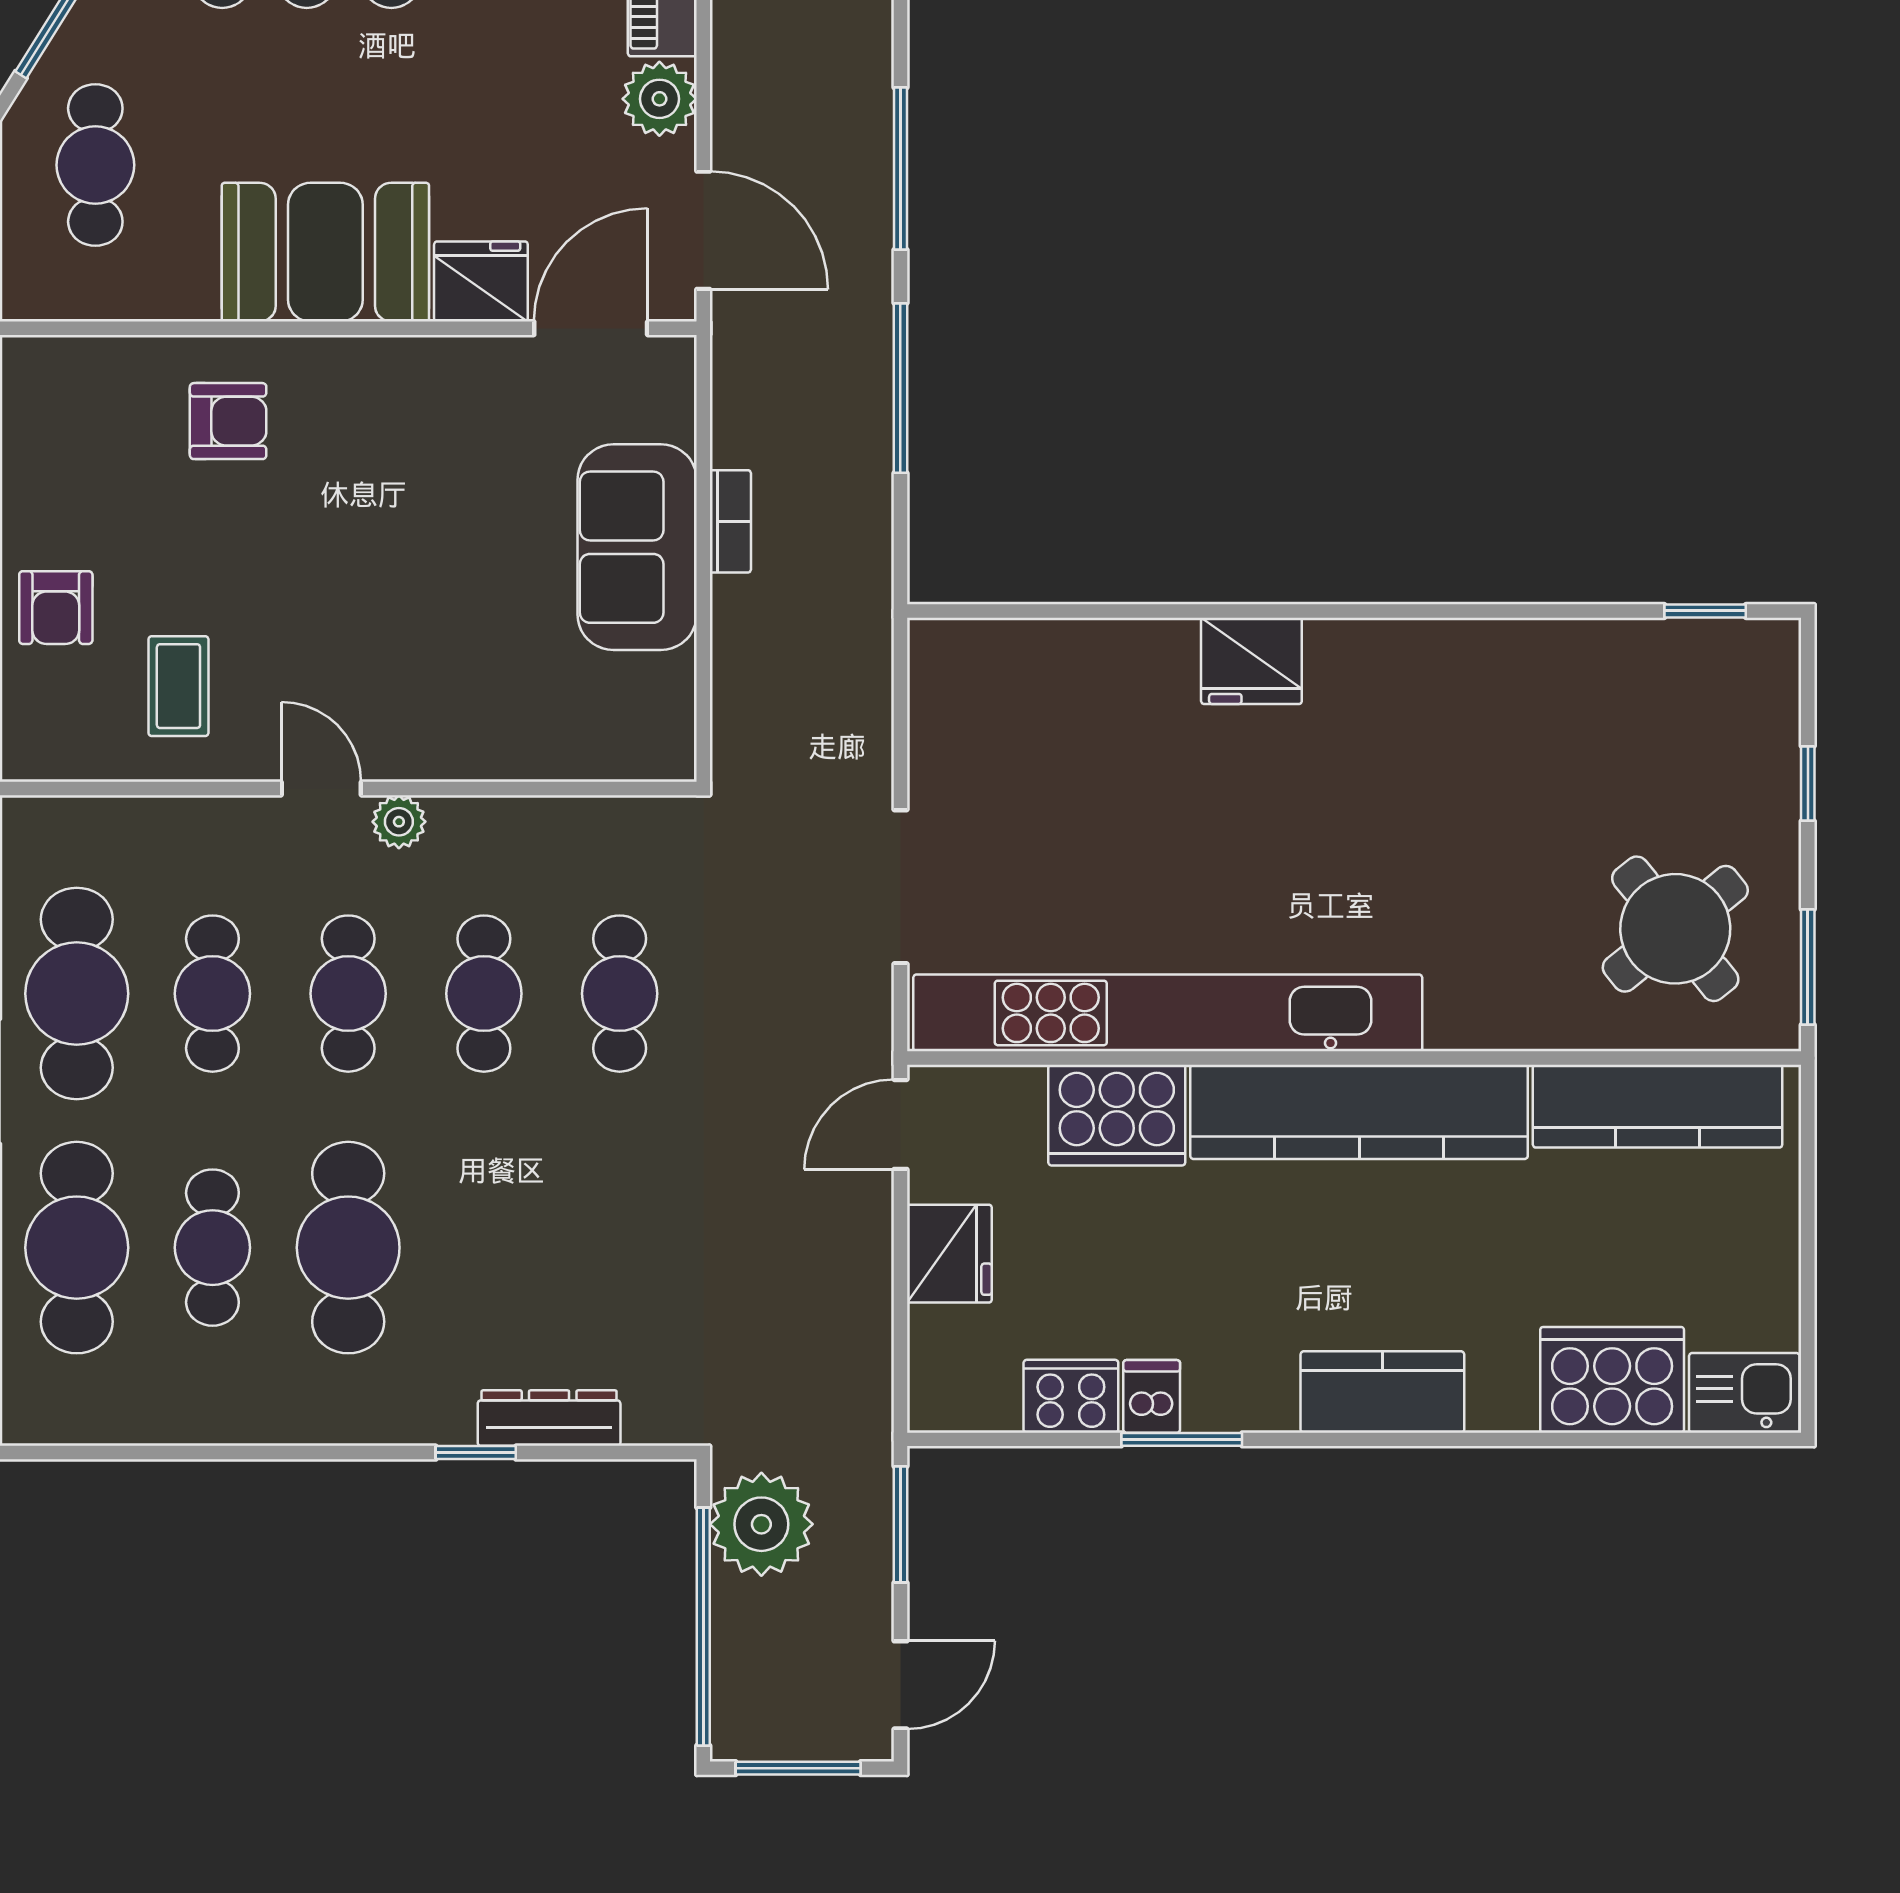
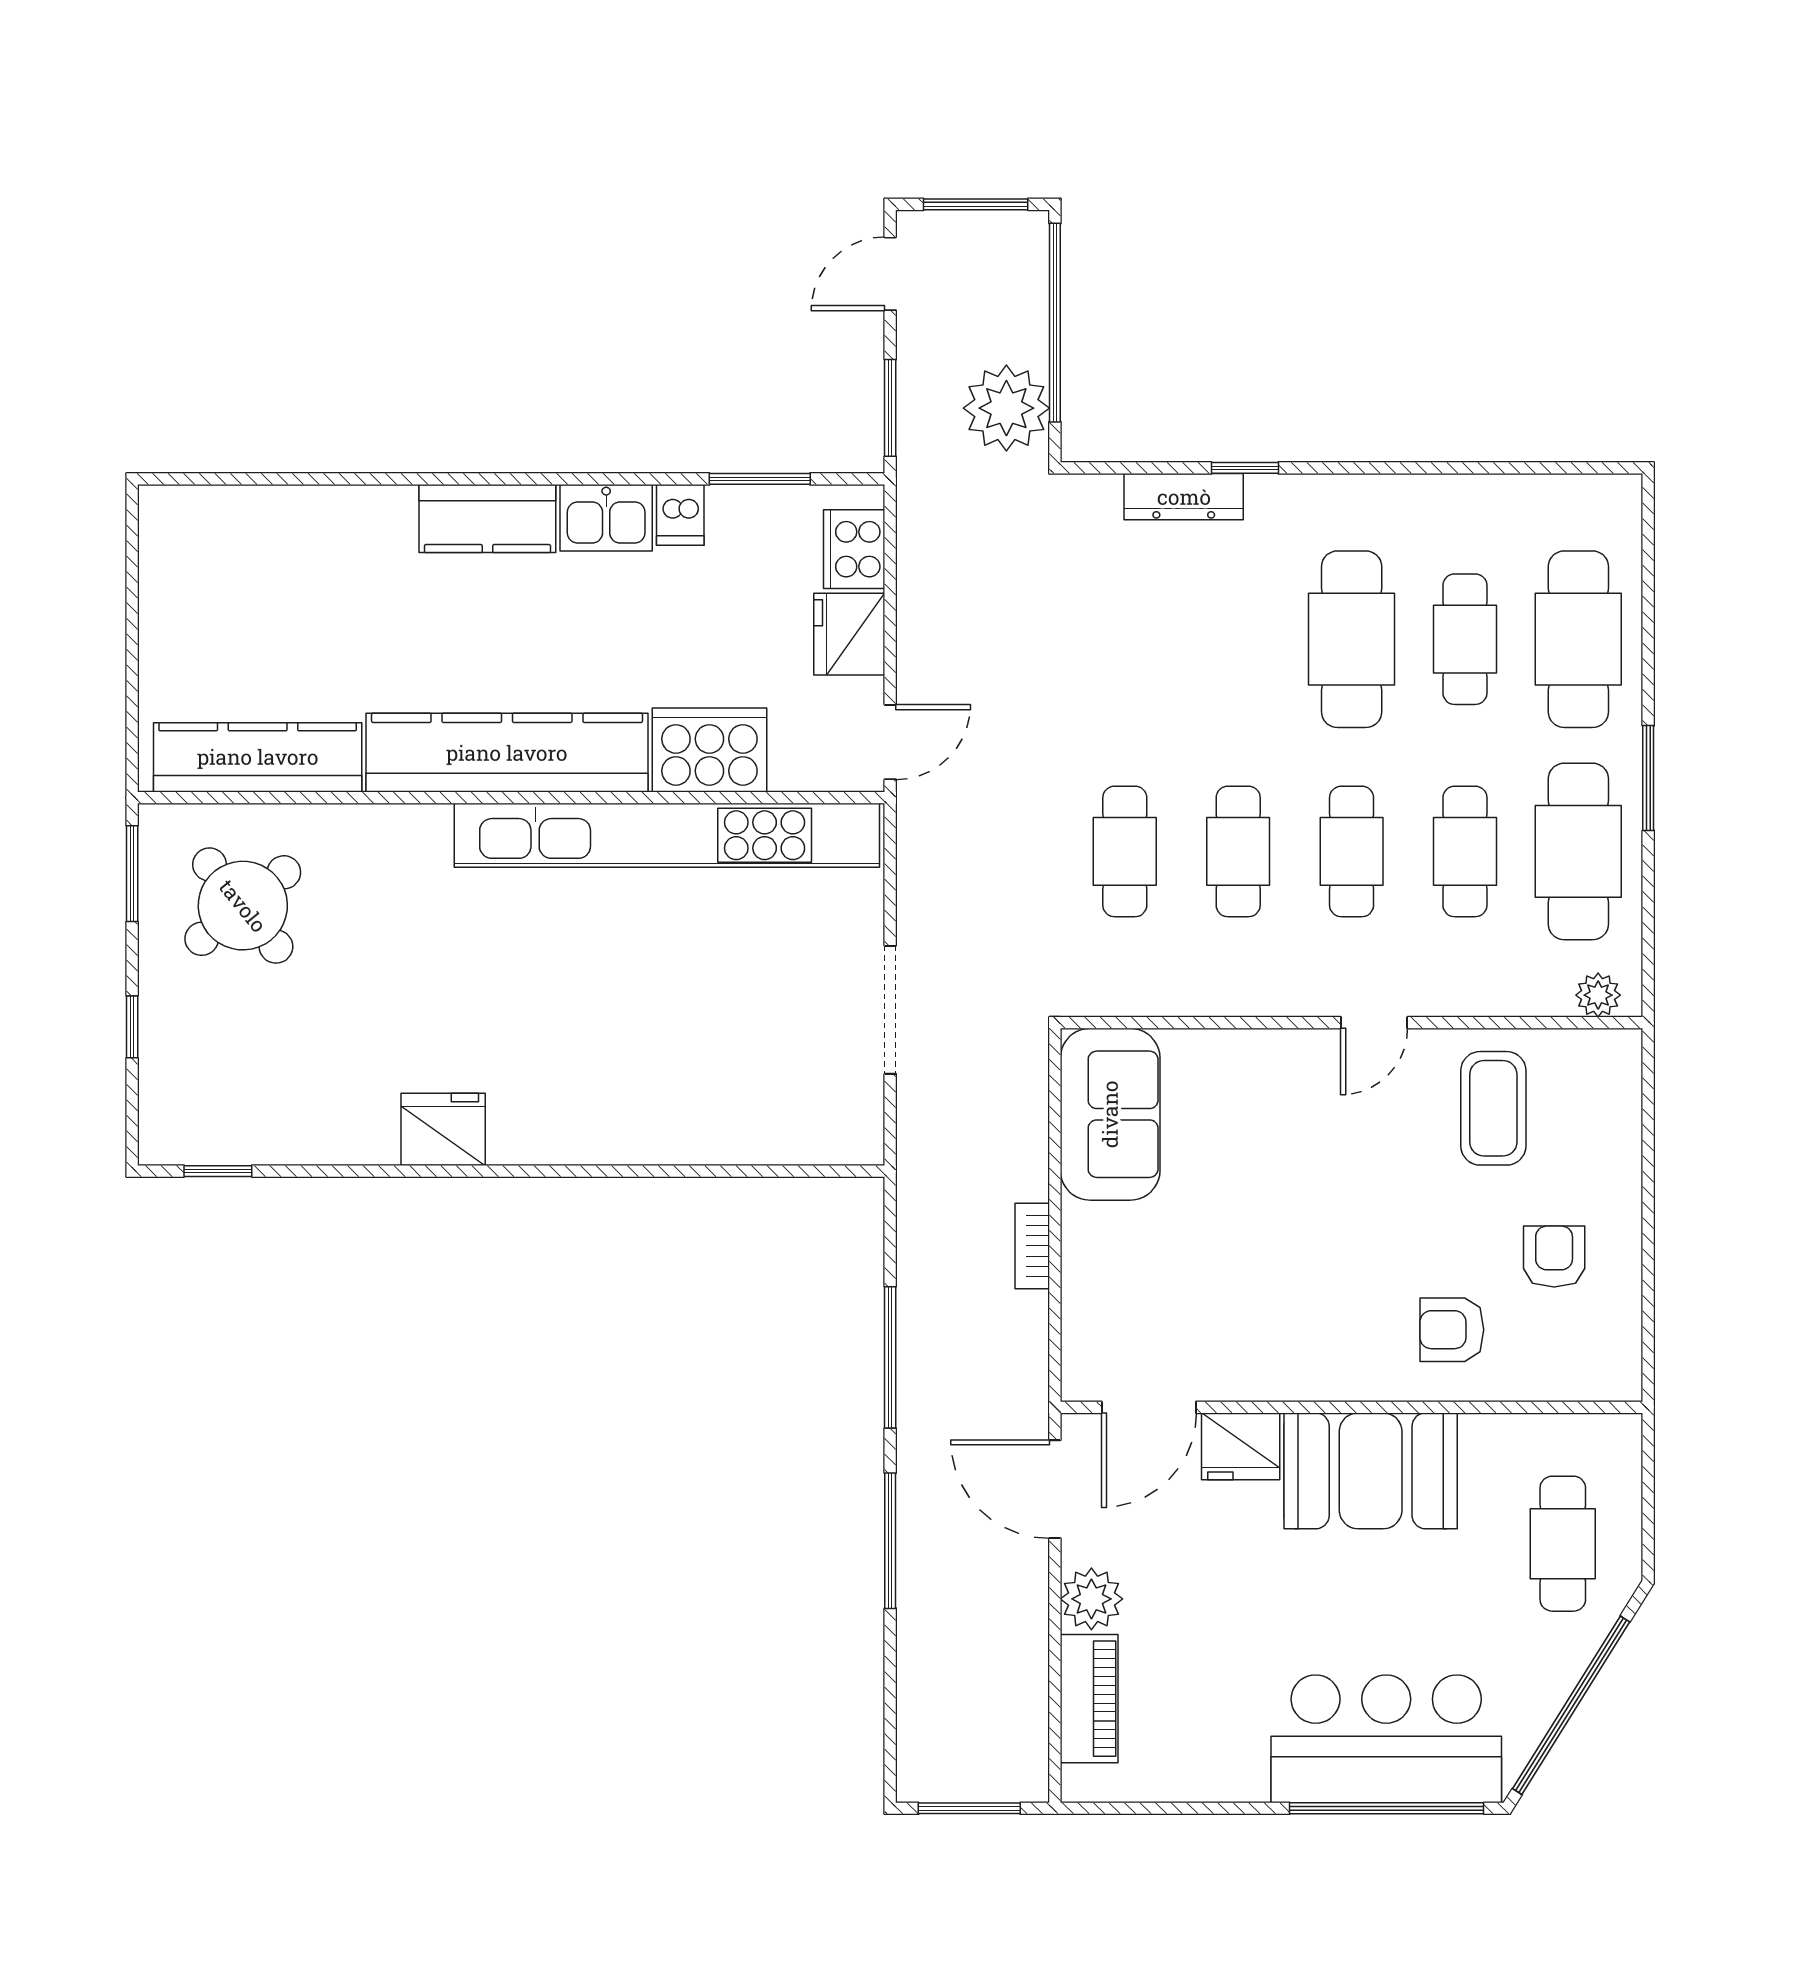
sofa: (637, 547) -> (1110, 1114), moved
armchair: (56, 608) -> (1554, 1256), moved
fridge: (1251, 661) -> (443, 1129), moved
coffee table: (178, 686) -> (1493, 1108), width x1.36, depth x1.30
door: (321, 789) -> (1374, 1023), hinge flipped
plant: (399, 822) -> (1598, 995), moved
doorway: (900, 887) -> (890, 1010), moved
cooker: (1612, 1380) -> (296, 529), removed
kitchen sink: (1744, 1393) -> (606, 518), moved
cooker: (1071, 1396) -> (854, 549), moved, turned 90
window: (1182, 1439) -> (760, 479), moved

